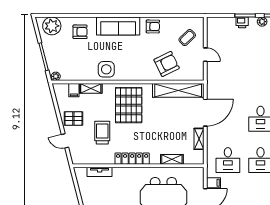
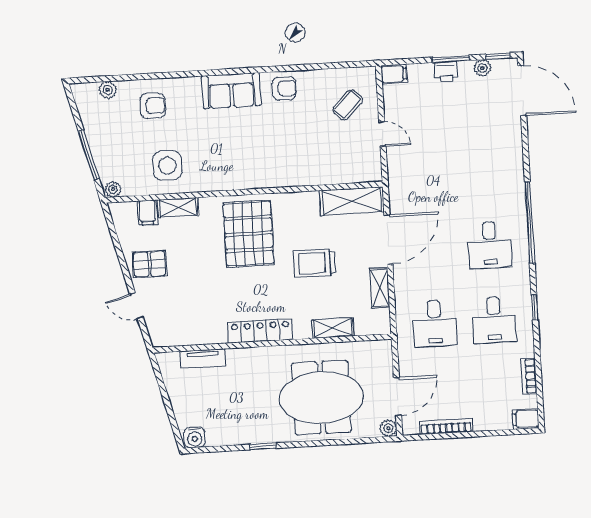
plant: (52, 26) -> (108, 90), width x0.53, depth x0.53
sofa: (118, 26) -> (231, 91), width x0.73
armchair: (167, 64) -> (313, 155), removed
side table: (106, 69) -> (167, 165), moved
shelving: (178, 90) -> (352, 201), width x0.68
trolley: (102, 133) -> (315, 263), moved, turned -90
filing cabinet: (213, 183) -> (394, 74), moved

